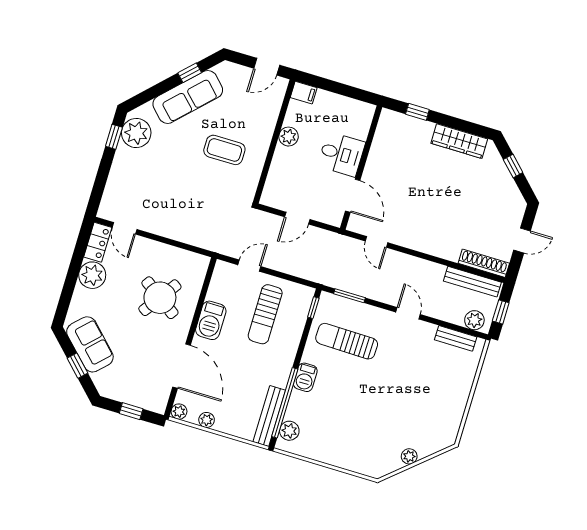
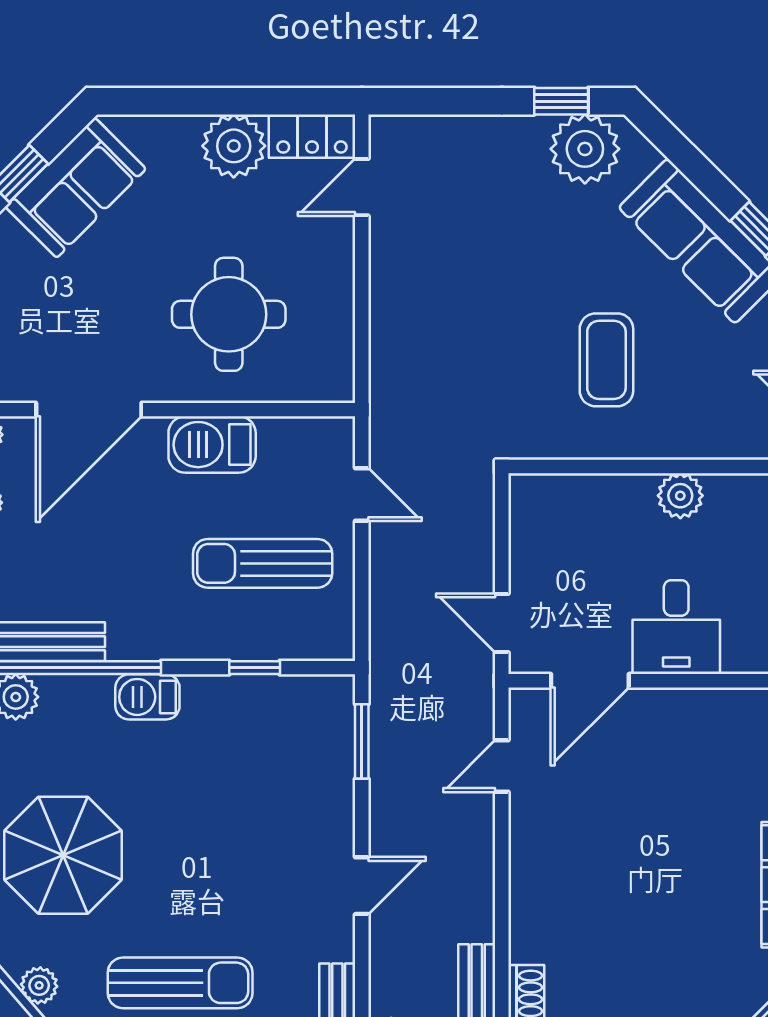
door: (297, 218) -> (502, 623), moved
round table: (160, 298) -> (229, 314), turned -35
window: (313, 308) -> (255, 668), moved
sun lounger: (347, 341) -> (180, 983), moved, turned 89
parasol: (359, 431) -> (63, 855), added

